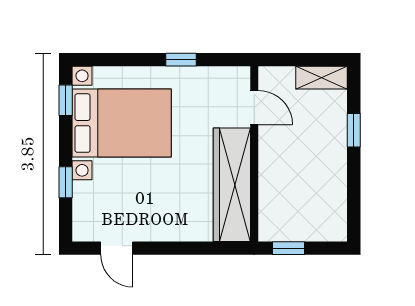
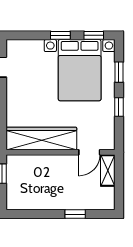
window: (125, 60) -> (119, 72), added
shelving: (322, 78) -> (108, 171), moved
window: (66, 182) -> (60, 35), moved

